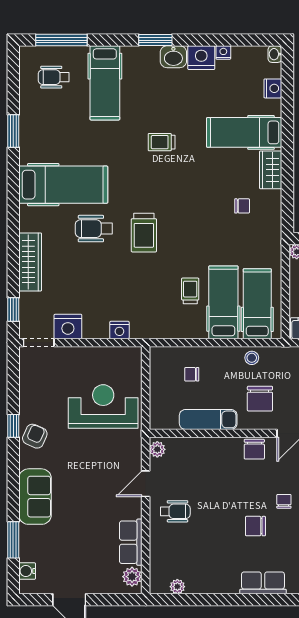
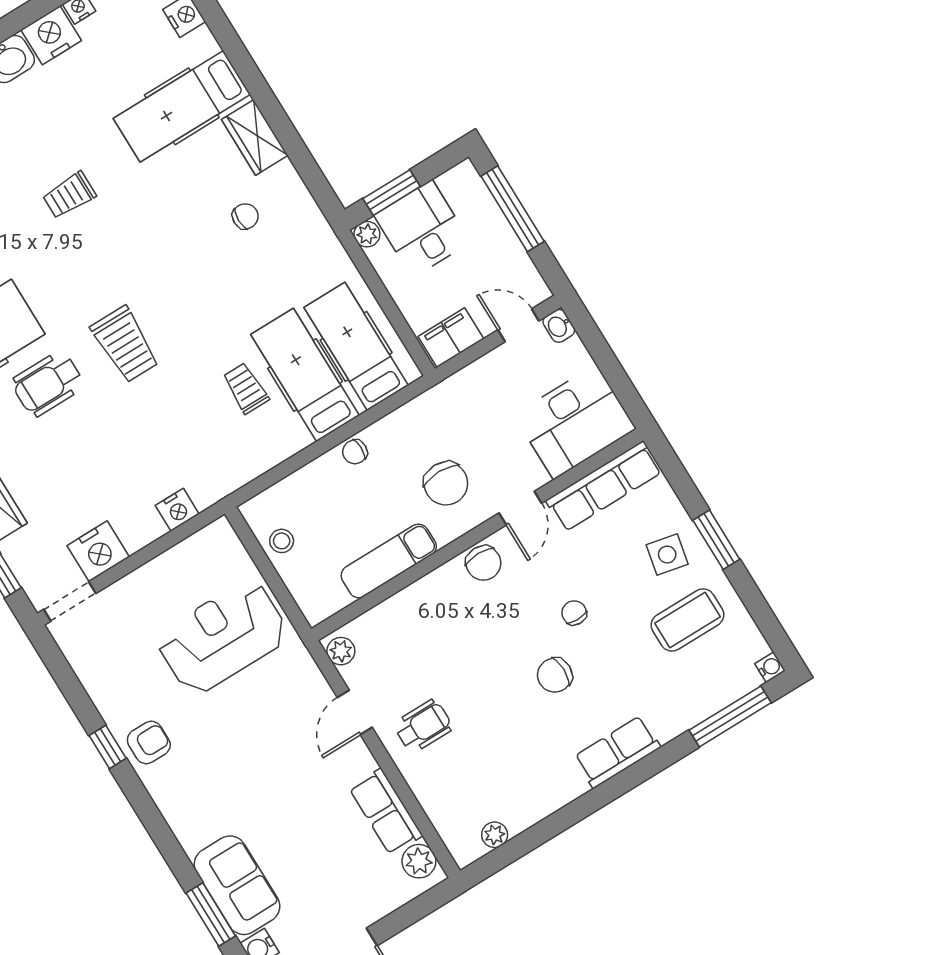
stool: (252, 358) -> (282, 541), moved
chair: (192, 374) -> (355, 452), moved
armchair: (35, 436) -> (149, 742), turned 66
sofa: (35, 497) -> (237, 885), moved

